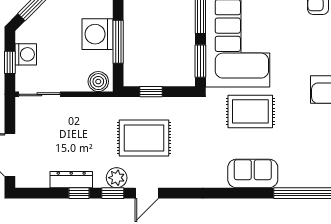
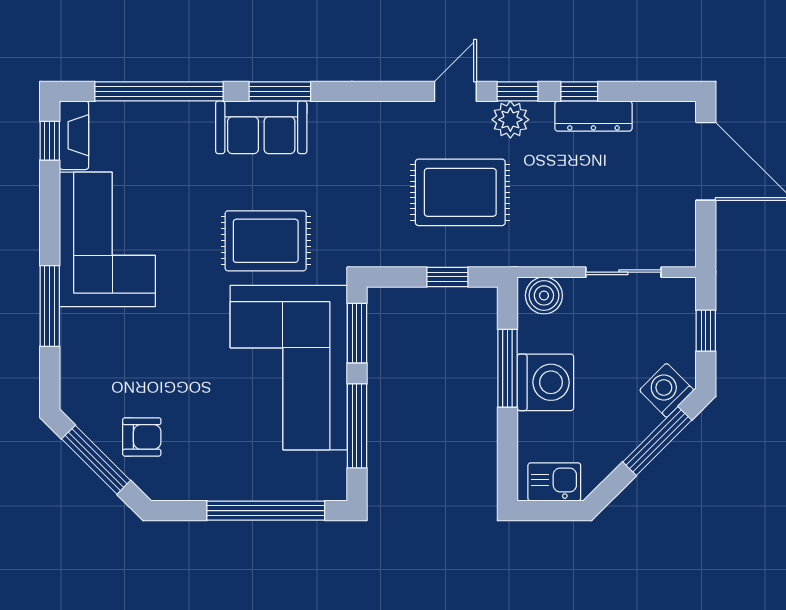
washing machine: (26, 54) -> (667, 390), moved, turned 45
sliding door: (39, 94) -> (623, 272), moved
window: (243, 193) -> (280, 91), added

